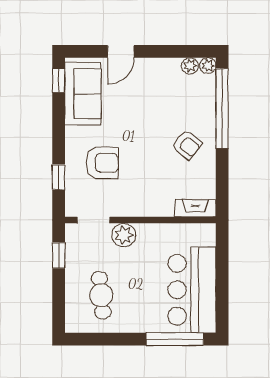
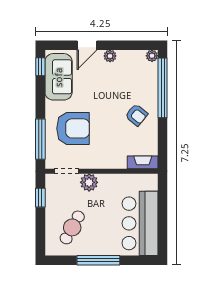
plant: (190, 66) -> (110, 56), moved
armchair: (102, 163) -> (73, 128), width x1.36, depth x1.36
window: (59, 177) -> (40, 139), width x2.17
cafe table: (101, 295) -> (72, 227), turned 35
window: (175, 339) -> (98, 260), moved

